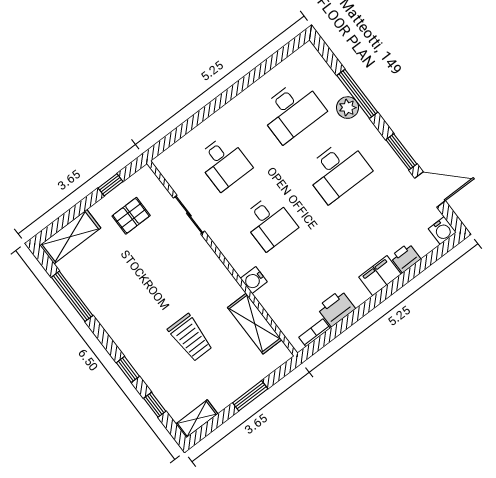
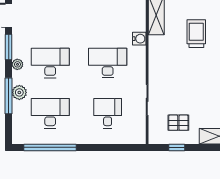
window: (261, 70) -> (50, 147), added
plant: (375, 139) -> (17, 64), added
desk: (269, 223) -> (108, 63), width x1.37

